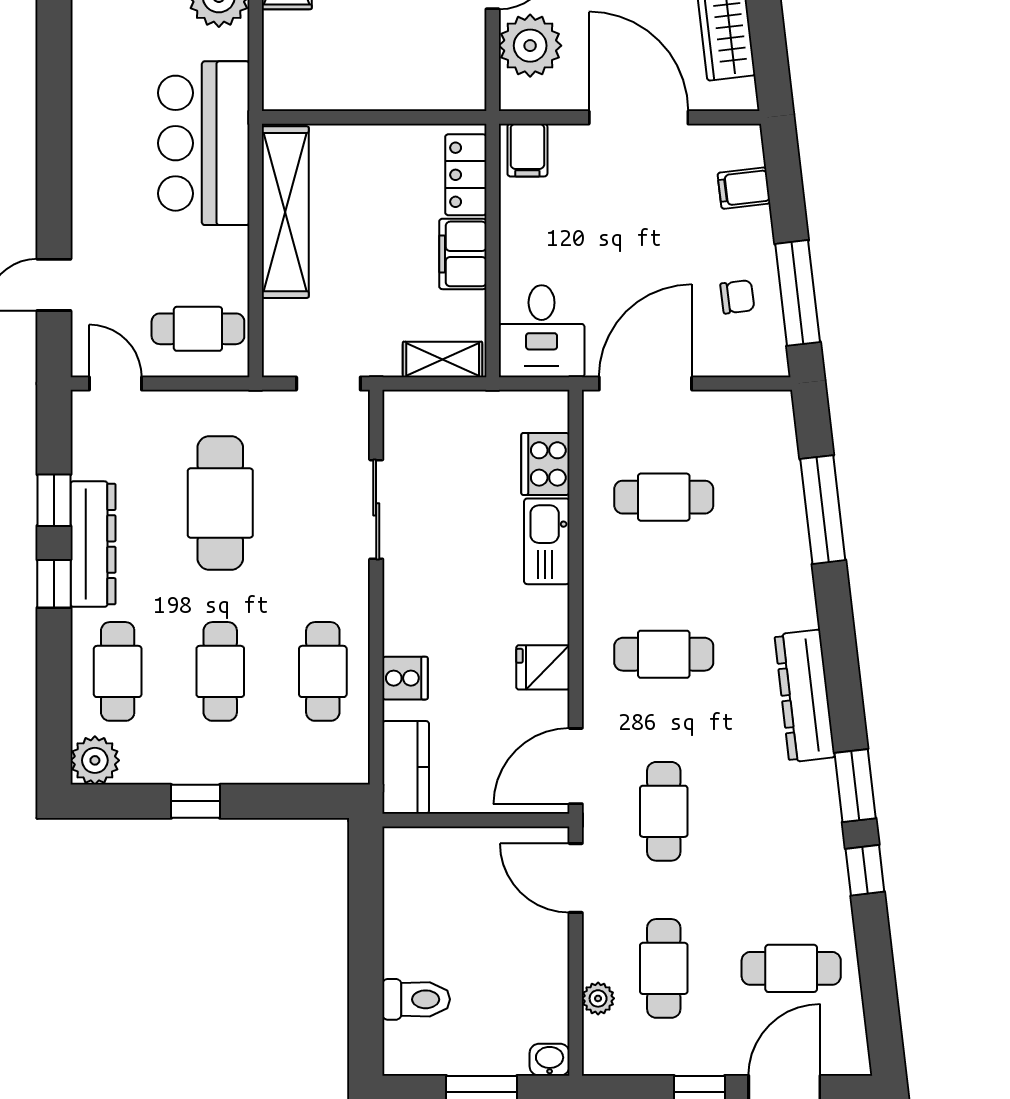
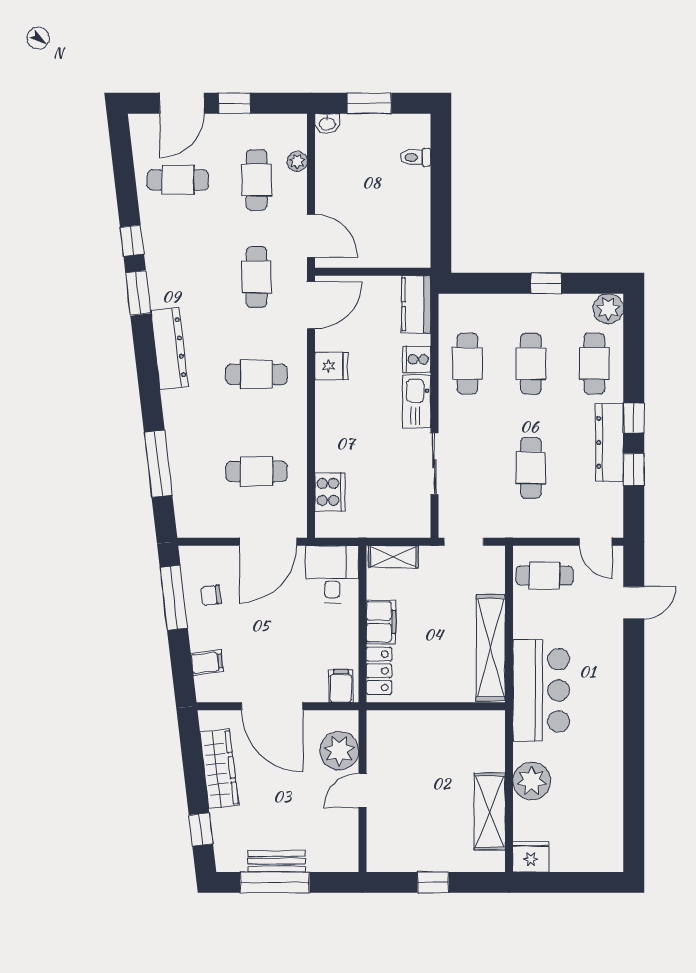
cafe table: (220, 503) -> (531, 468), width x0.73, depth x0.74
kitchen sink: (547, 541) -> (417, 401), moved, turned 180
toilet: (416, 999) -> (415, 157), width x0.73, depth x0.72

